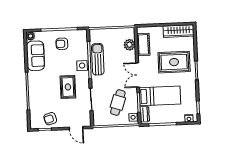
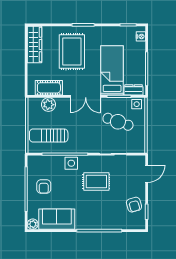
sun lounger: (98, 59) -> (49, 136), moved

